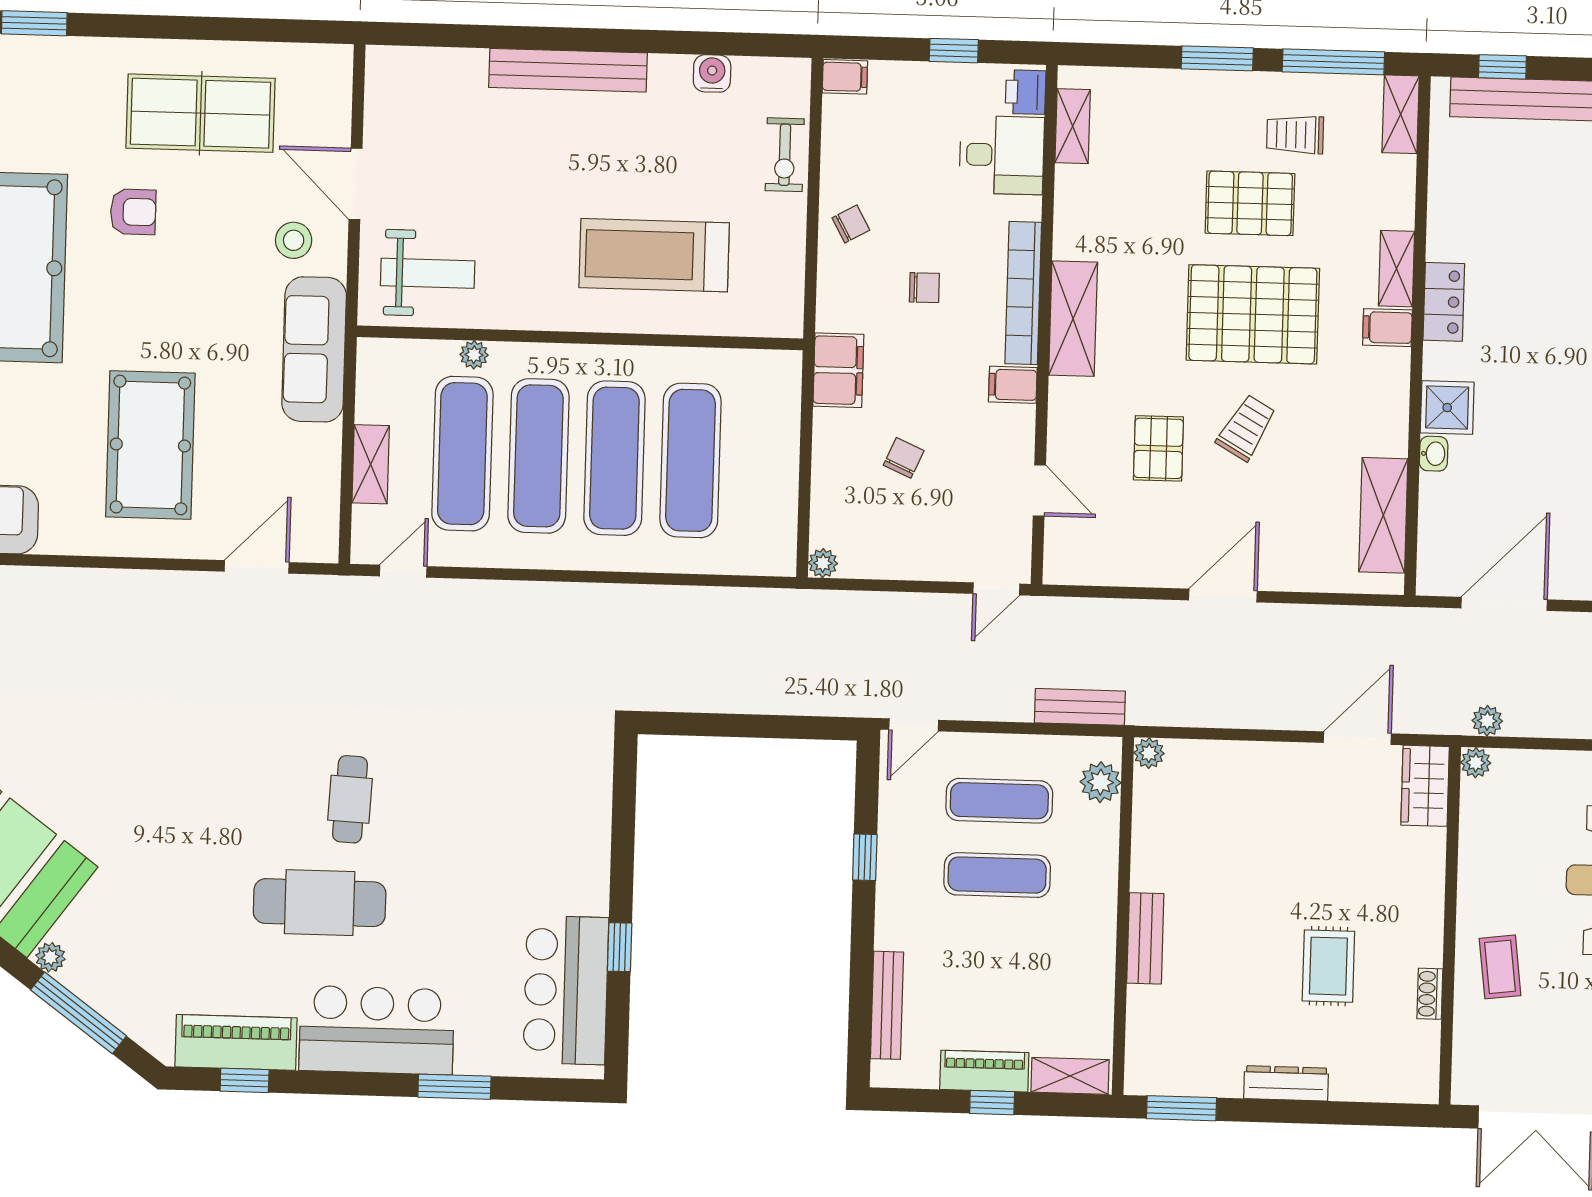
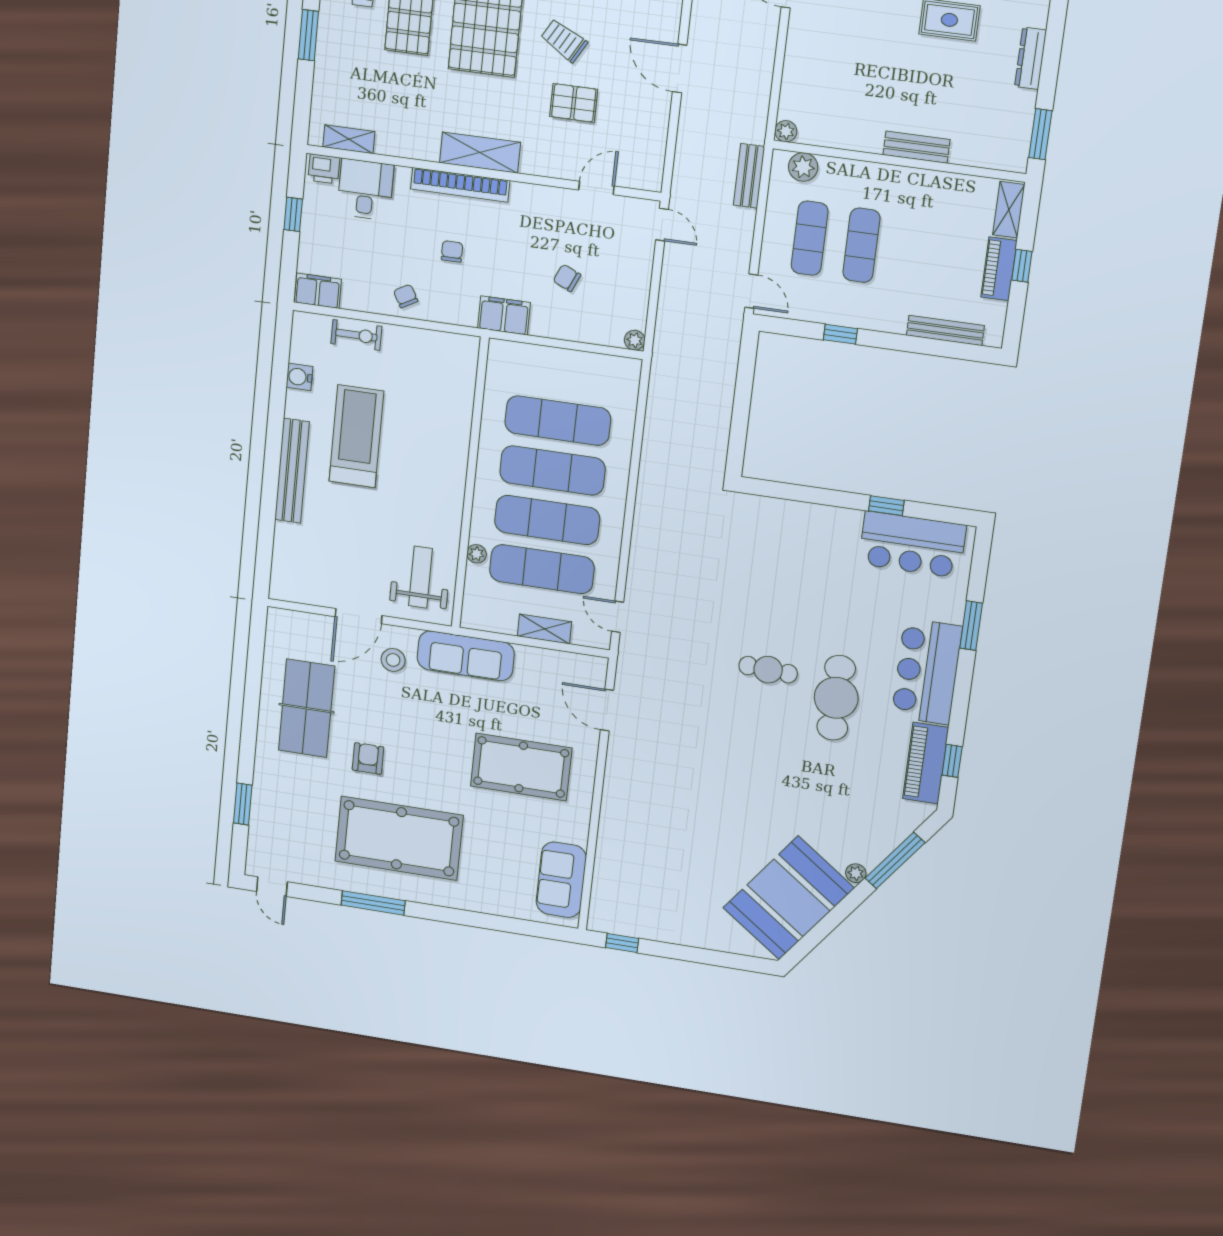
filing cabinet: (845, 77) -> (318, 291), width x2.00
treadmill: (654, 255) -> (356, 436), moved, turned 180
filing cabinet: (1013, 385) -> (522, 198), removed

